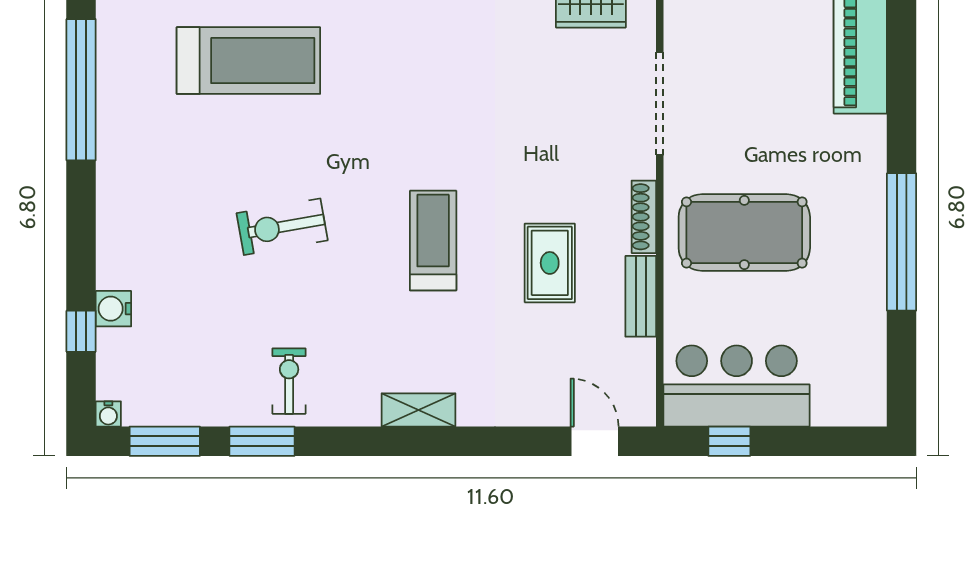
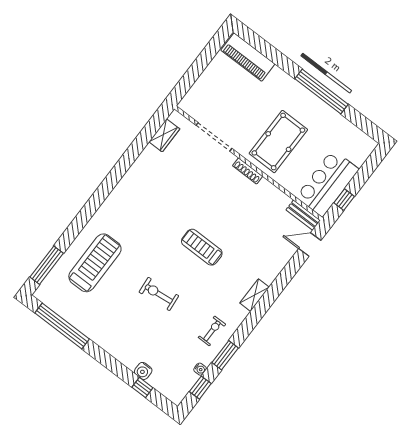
exercise bike: (282, 227) -> (159, 294), turned 94
rug: (550, 263) -> (239, 214), removed
bench: (641, 296) -> (303, 215), moved
exercise bike: (289, 381) -> (212, 331), turned 90
water cooler: (108, 414) -> (200, 369), moved
window: (165, 441) -> (200, 388), width x0.67

